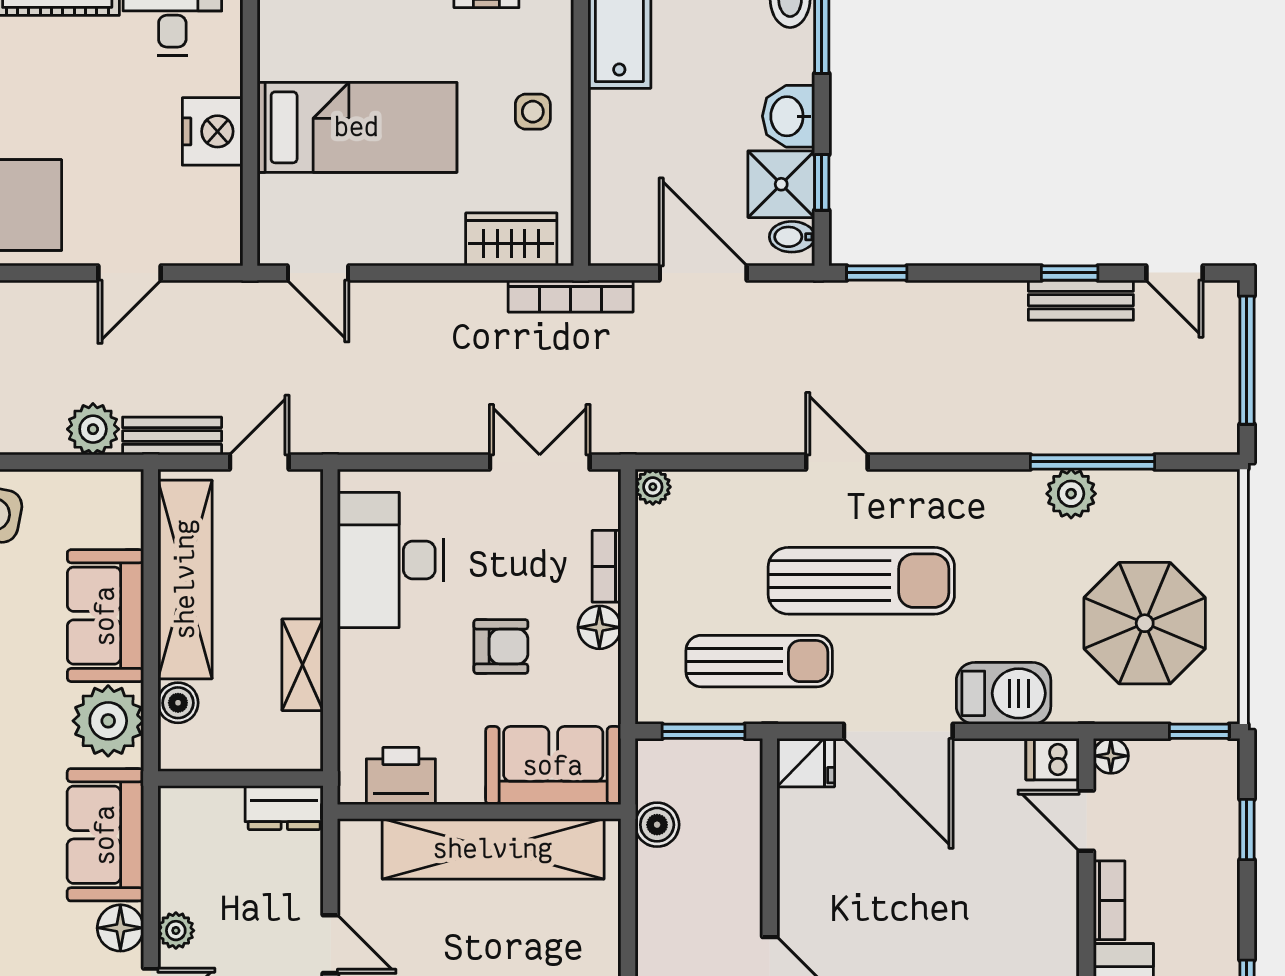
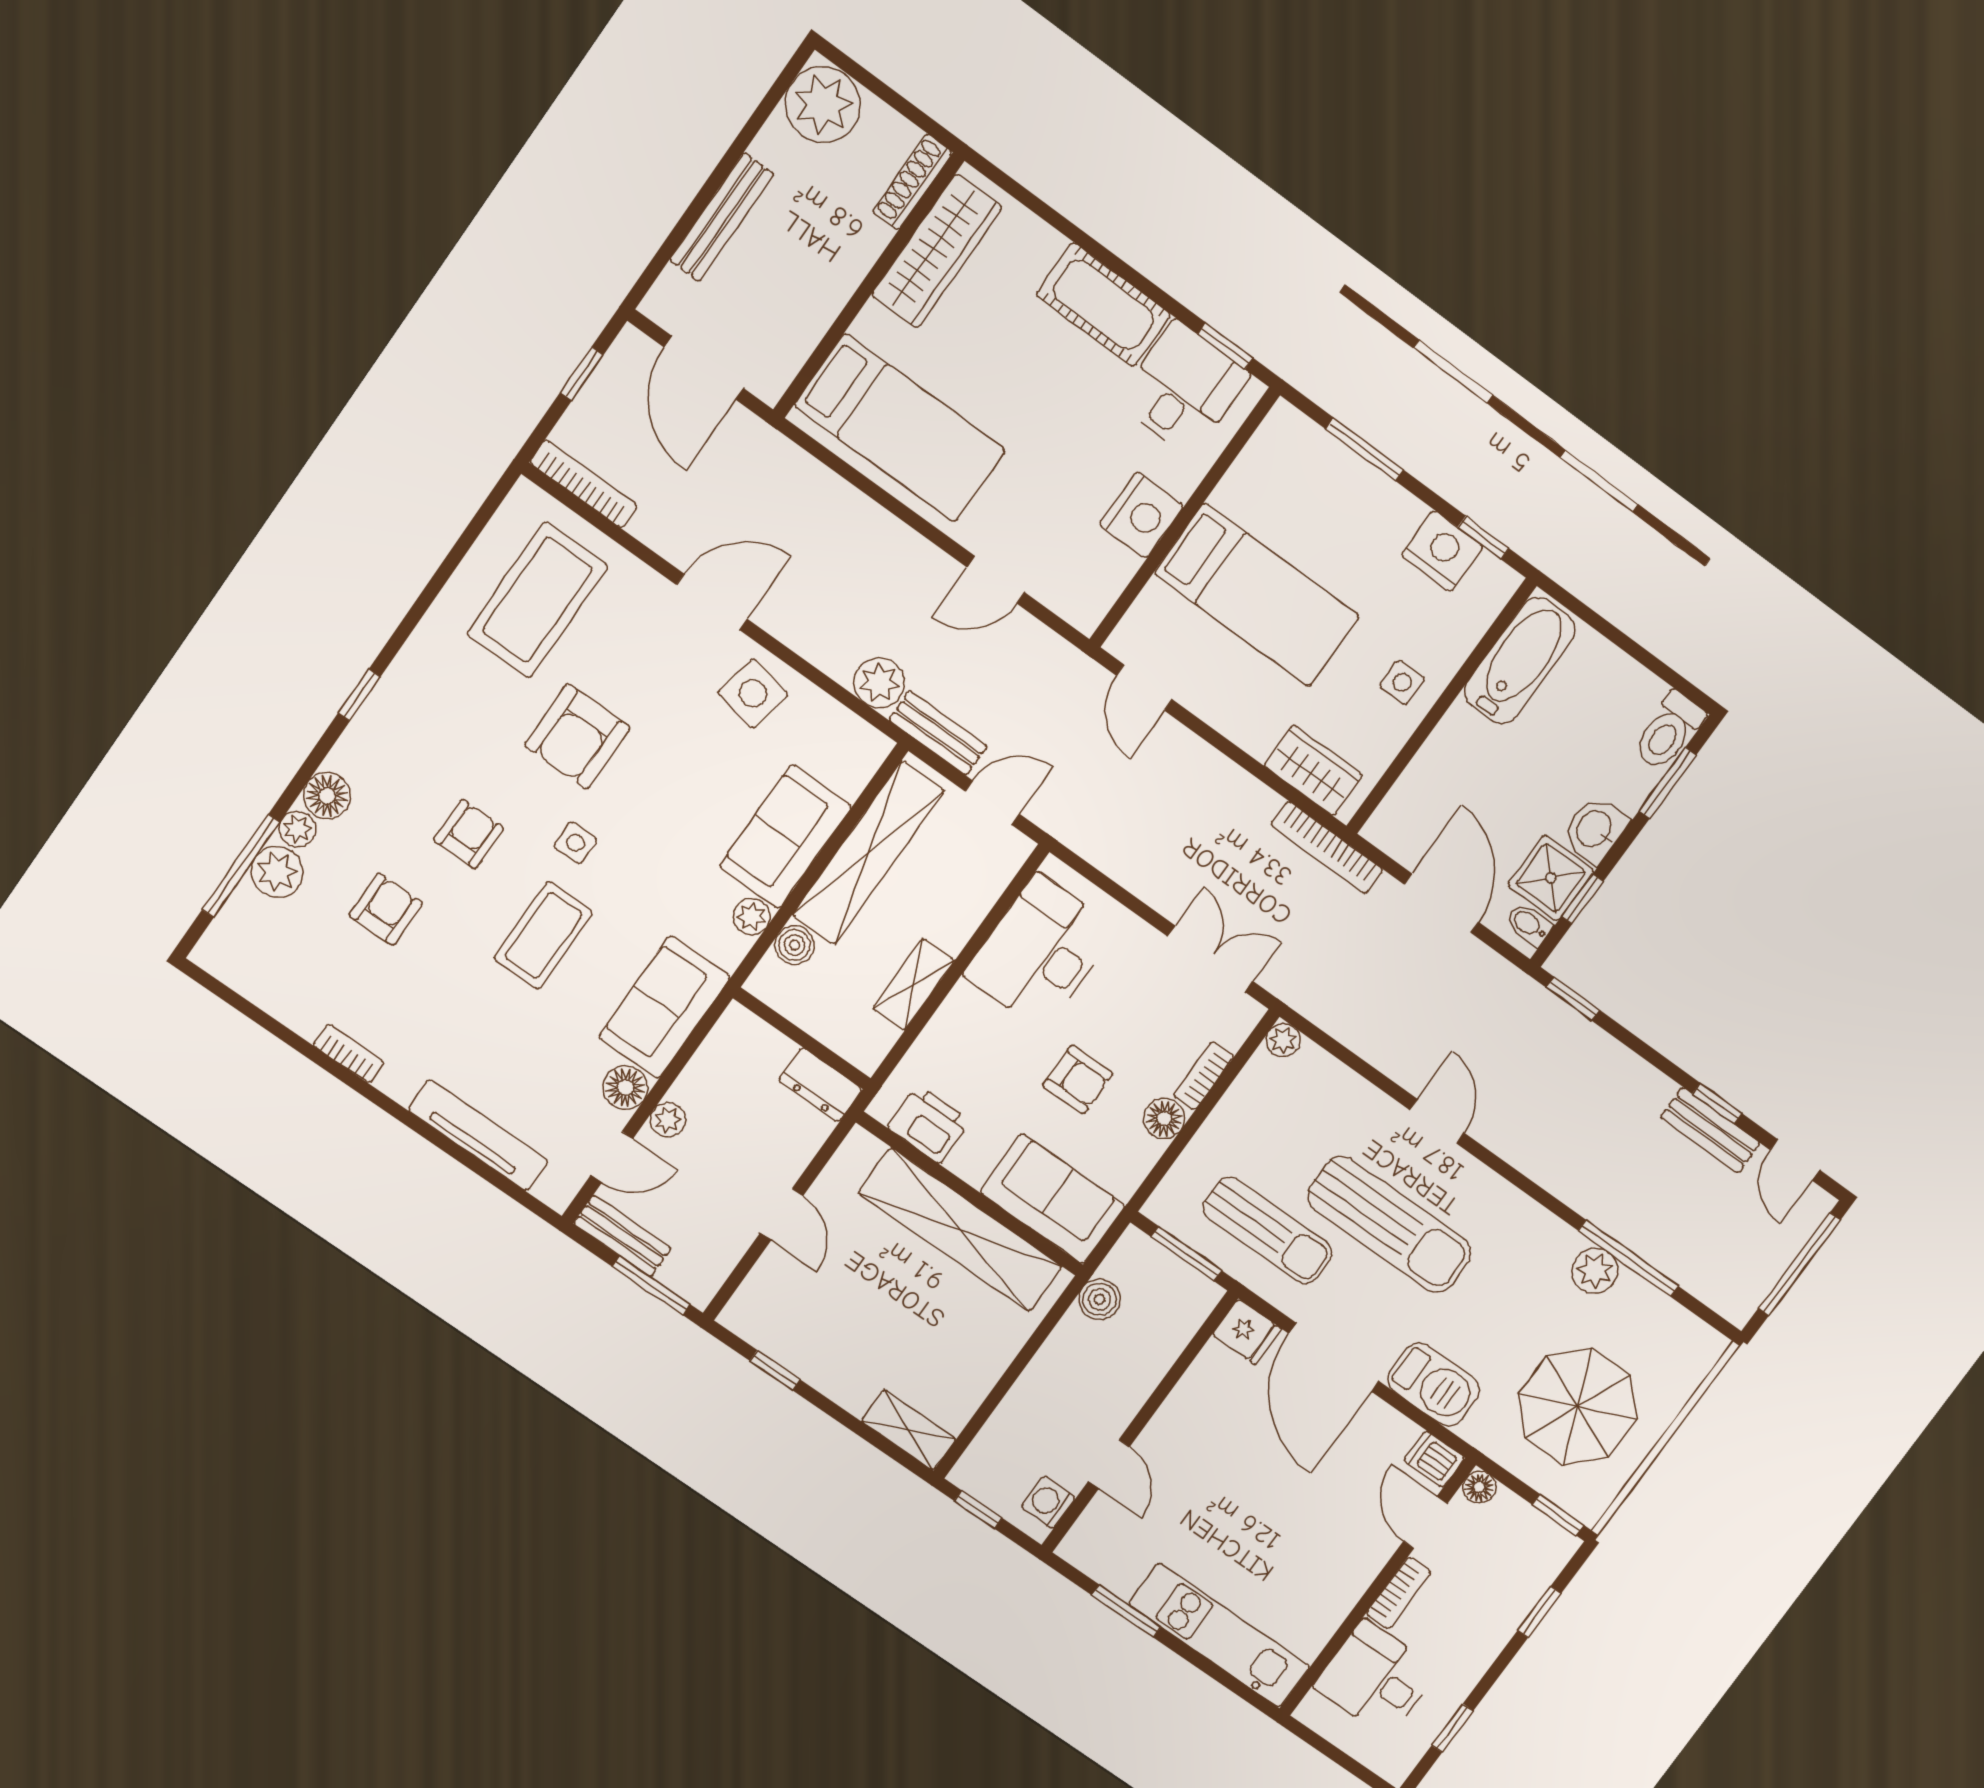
plant: (108, 721) -> (752, 917), width x0.53, depth x0.53

